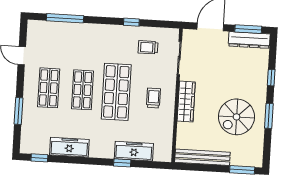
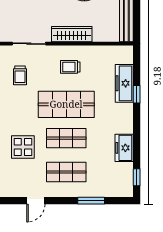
display table: (76, 46) -> (23, 147), added
freezer: (69, 147) -> (124, 148), width x0.71

